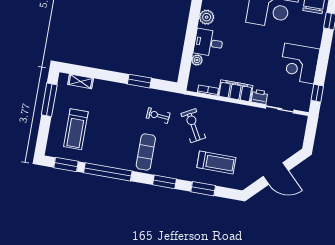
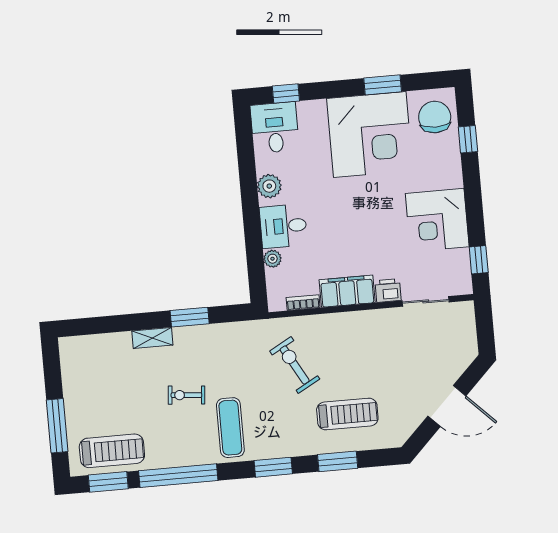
shelving: (81, 81) -> (152, 338), moved
window: (49, 100) -> (57, 426), moved
exercise bike: (158, 116) -> (186, 395), moved
treadmill: (76, 129) -> (112, 451), moved, turned -90

